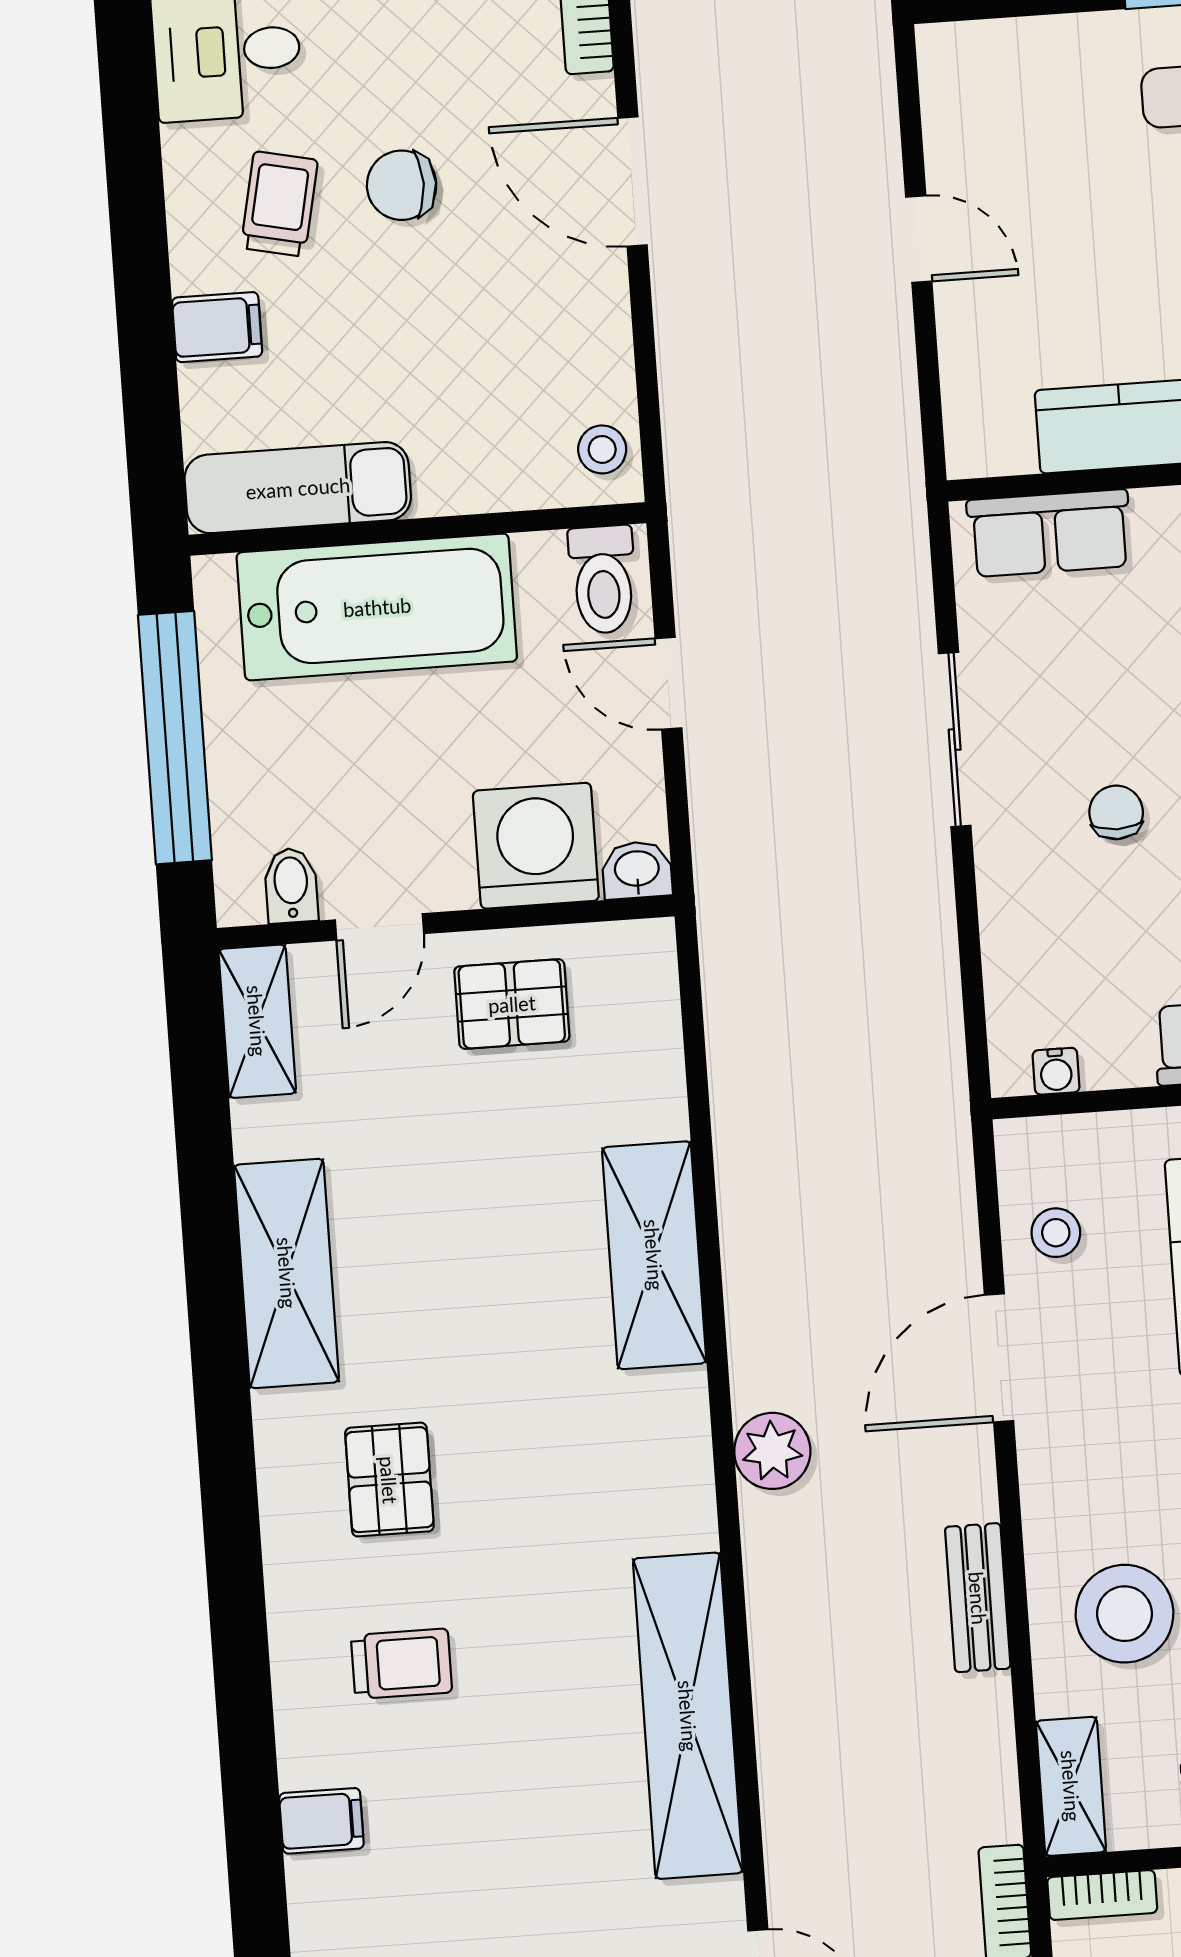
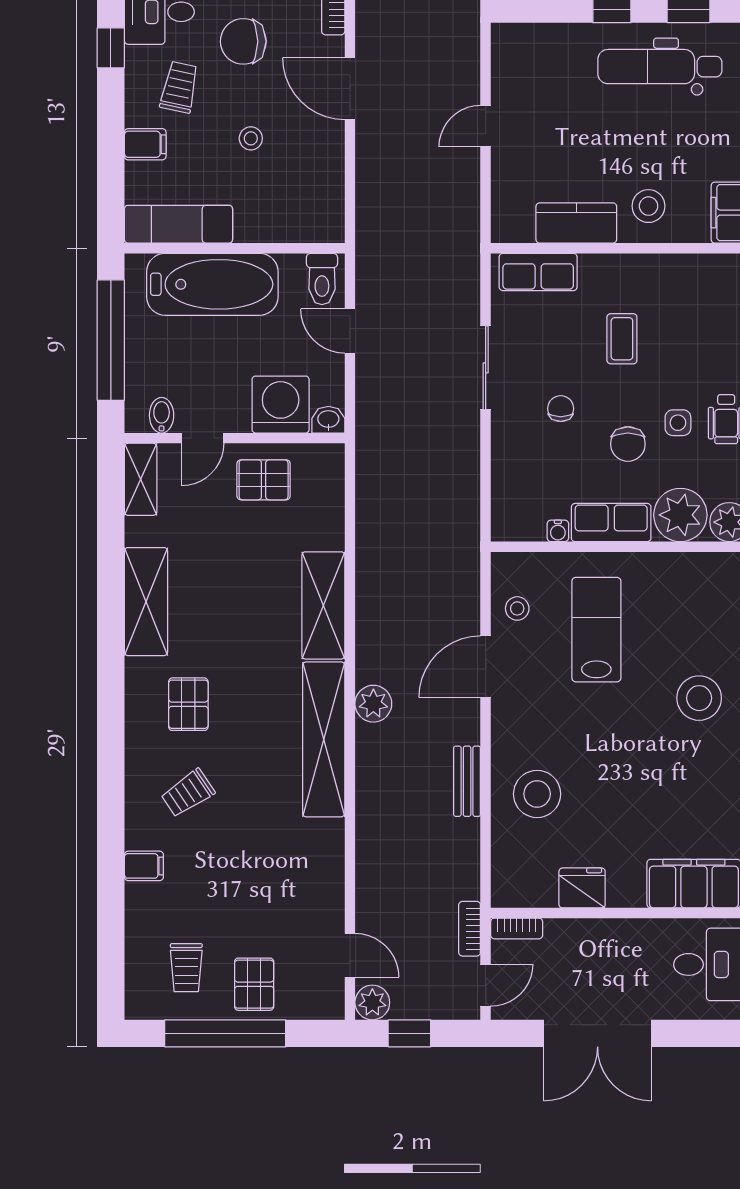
window: (132, 133) -> (111, 48), added
chair: (402, 185) -> (243, 41), moved, width x1.37, depth x1.37
door: (919, 239) -> (486, 126), swing flipped
stool: (602, 449) -> (251, 138), moved
water cooler: (1056, 1071) -> (558, 531), moved
trolley: (401, 1664) -> (188, 793), turned 146
shelving: (688, 1716) -> (324, 739), moved
shelving: (1071, 1786) -> (505, 875), removed

